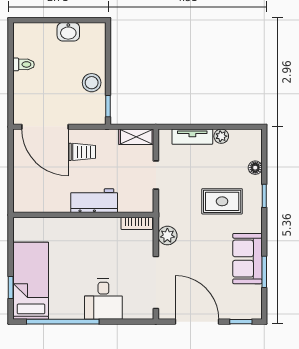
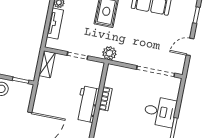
trolley: (82, 152) -> (50, 106), removed
bookcase: (137, 223) -> (105, 99), moved
plant: (167, 236) -> (109, 53), moved
door: (197, 322) -> (190, 47), width x0.53

